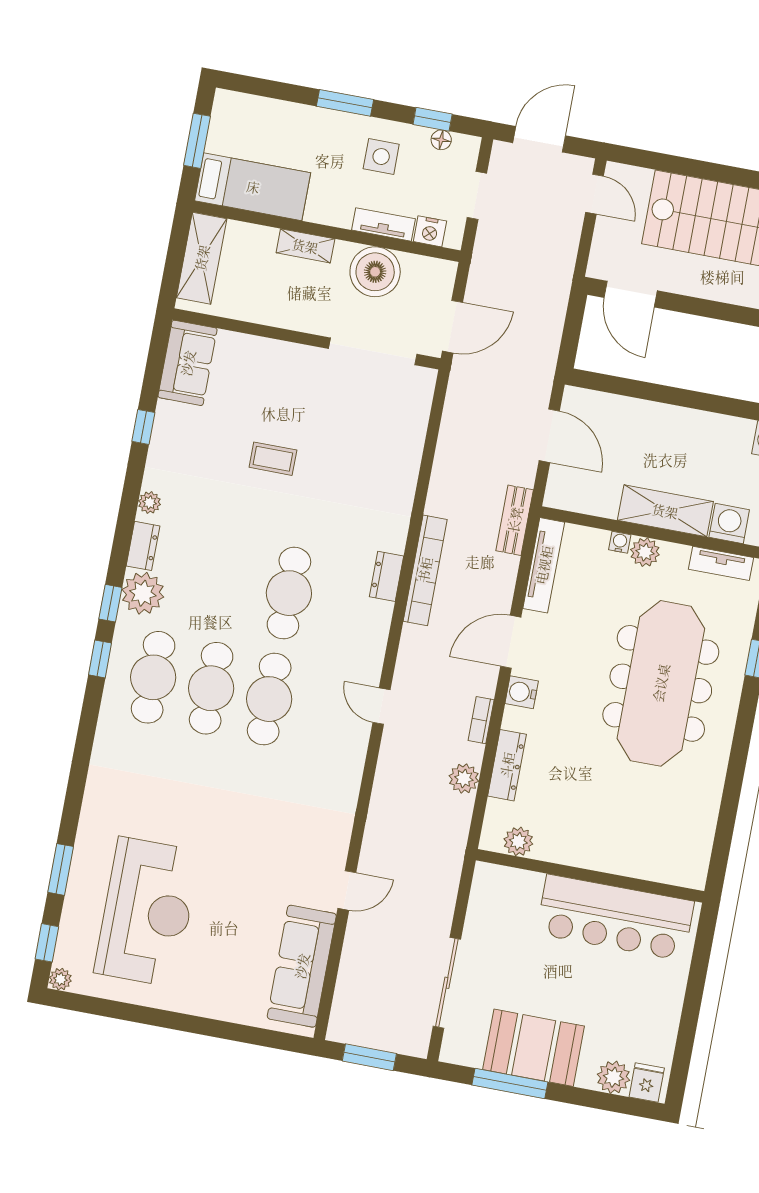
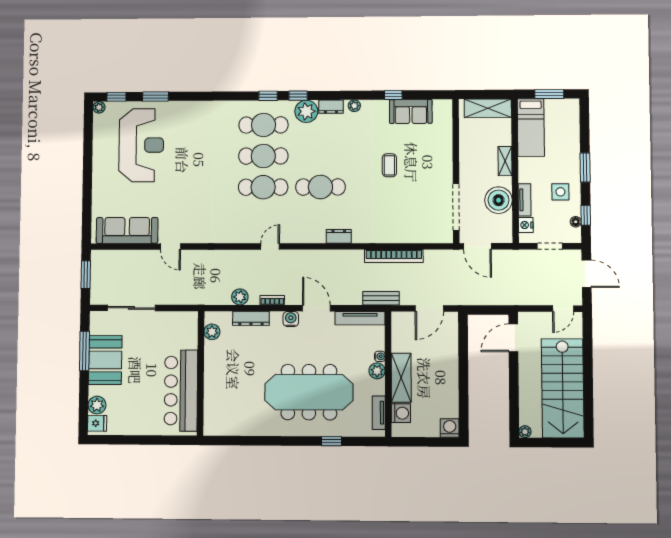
sofa: (188, 363) -> (411, 112), moved
bookcase: (425, 570) -> (394, 256), moved
reception desk: (147, 912) -> (141, 145), turned -90

